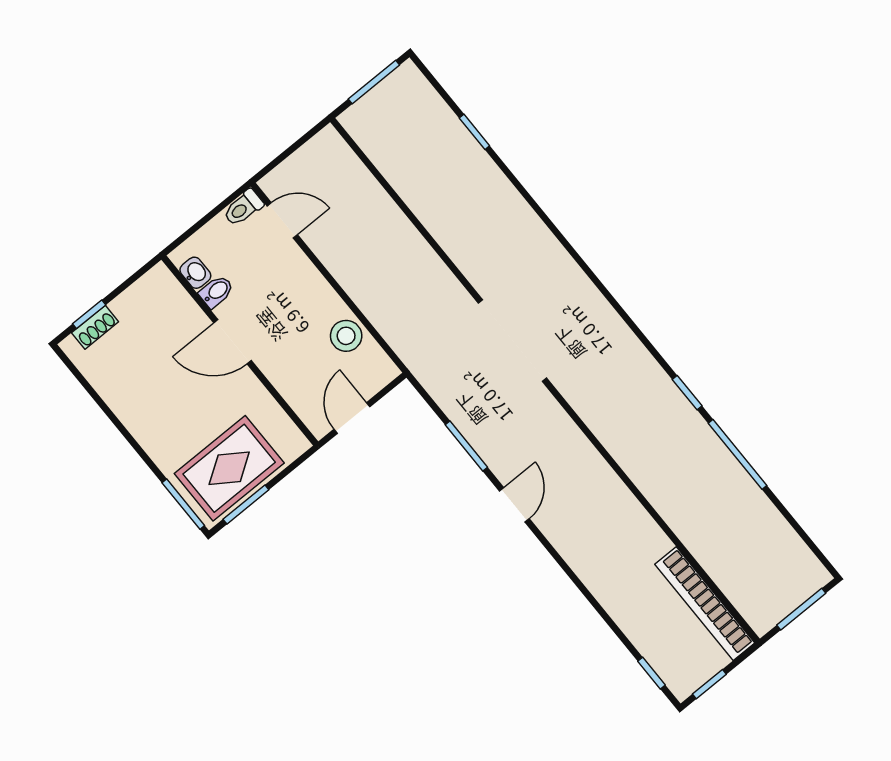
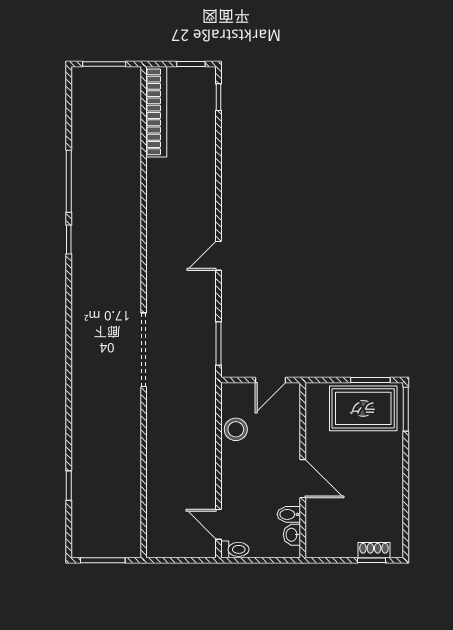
window: (466, 446) -> (219, 343), moved

